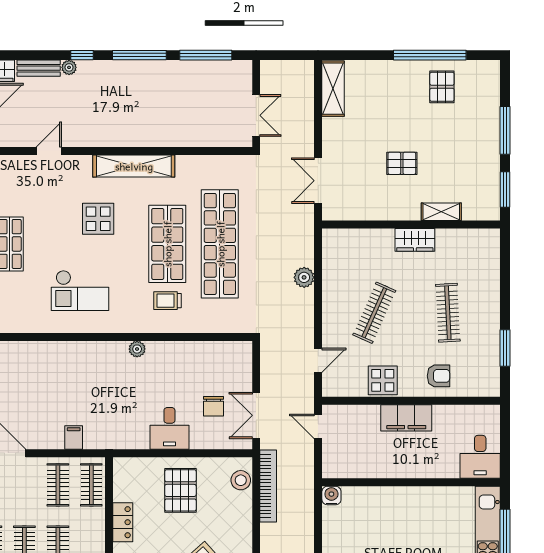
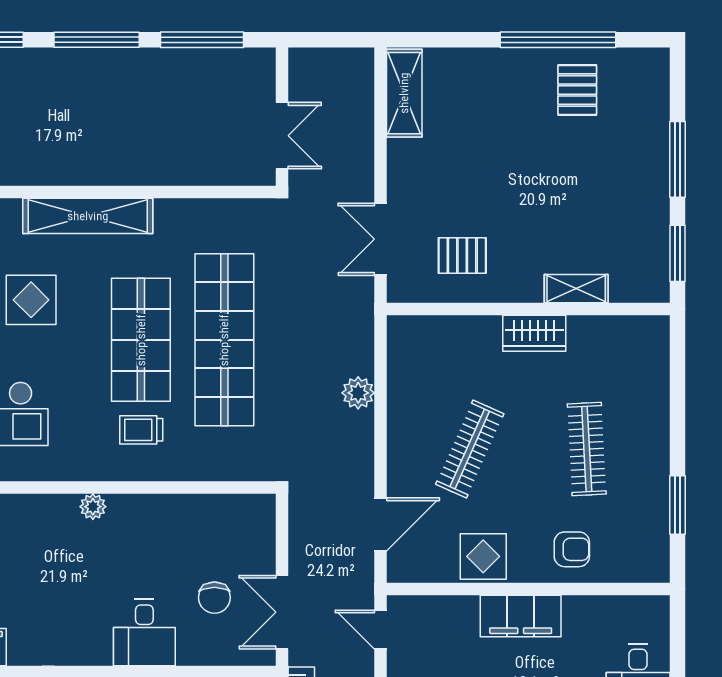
pallet: (402, 163) -> (462, 256), moved
door: (318, 360) -> (381, 524), width x1.38

